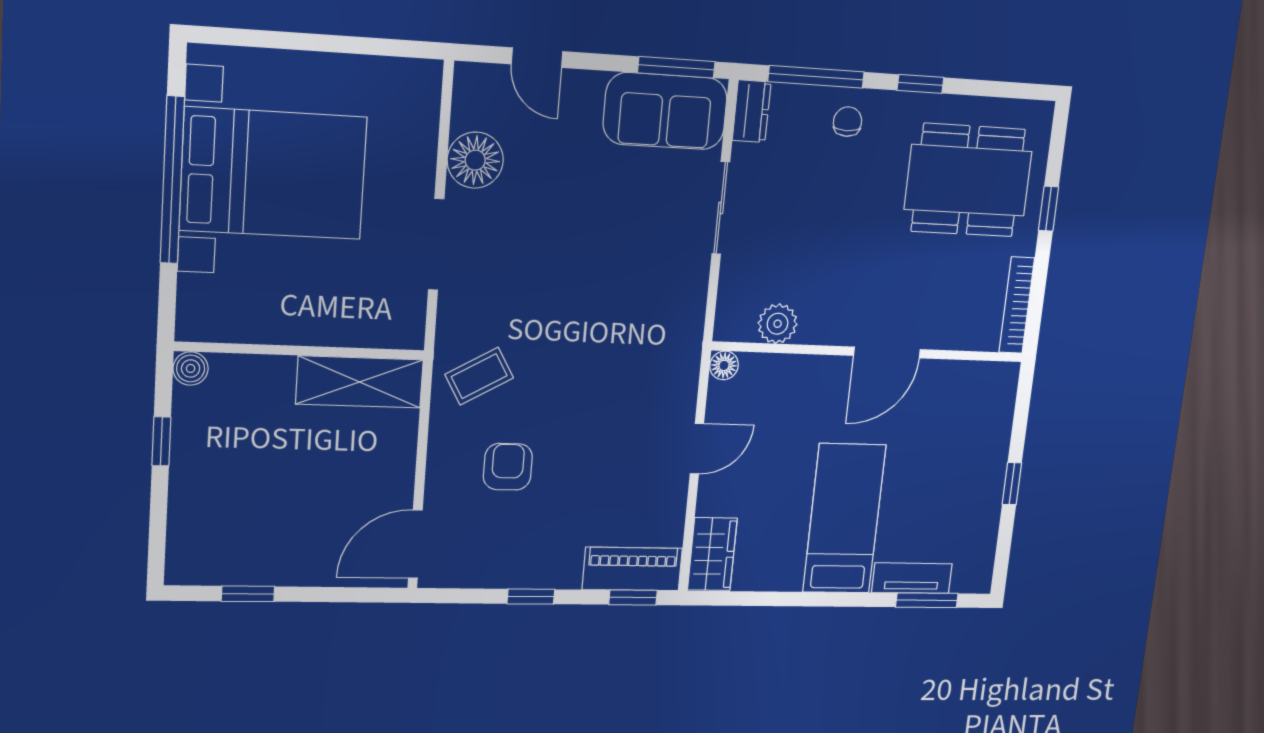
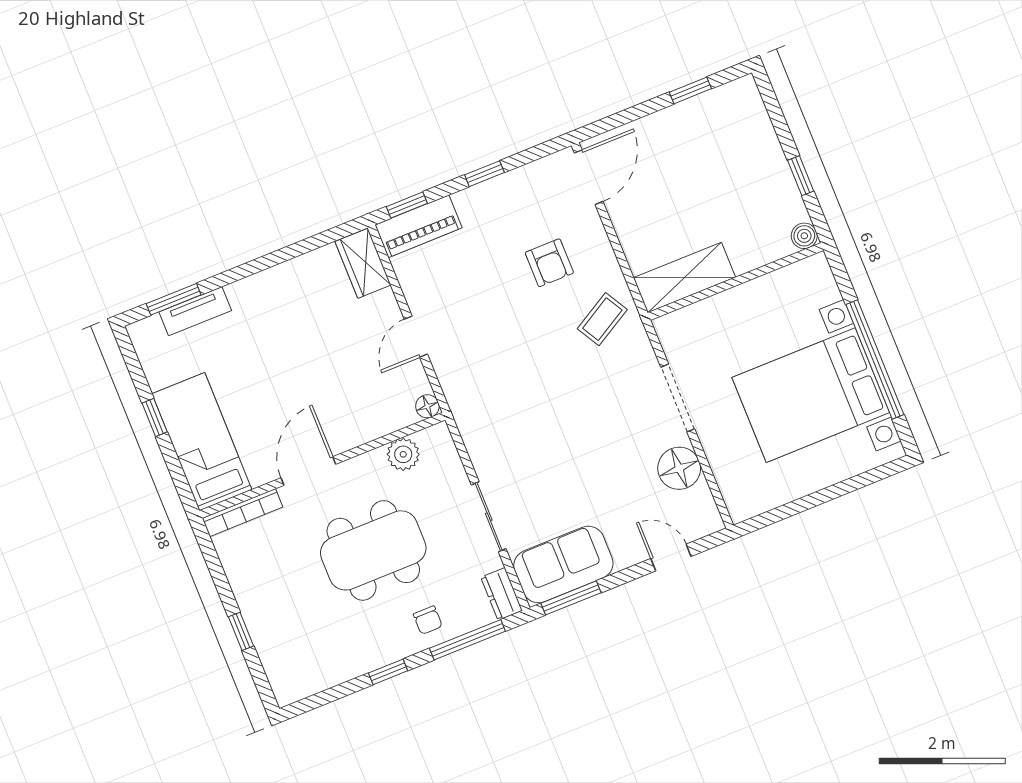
dining table: (968, 180) -> (373, 550), moved
bookcase: (1017, 305) -> (242, 513), moved, turned 90
bed: (844, 519) -> (202, 442), moved, turned 180

